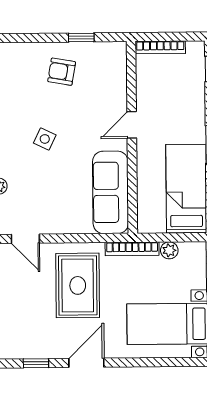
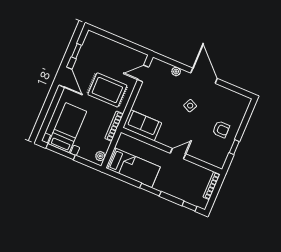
armchair: (62, 72) -> (221, 129), turned 80
door: (132, 125) -> (178, 154), hinge flipped
sofa: (111, 192) -> (142, 125), width x0.73
plant: (169, 250) -> (100, 156), moved

